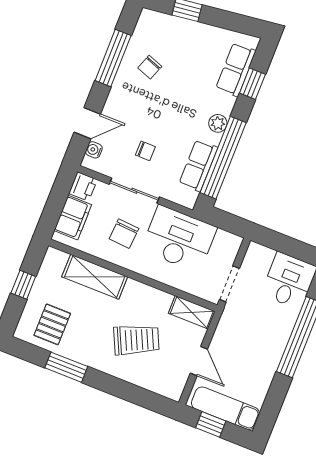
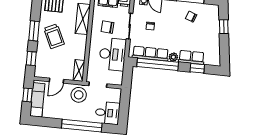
row of seats: (236, 70) -> (191, 57), moved
row of seats: (198, 166) -> (150, 54), width x1.48
stool: (238, 326) -> (79, 95), added
trolley: (136, 340) -> (54, 36), moved
window: (66, 367) -> (34, 31), moved
window: (143, 397) -> (31, 58), added

